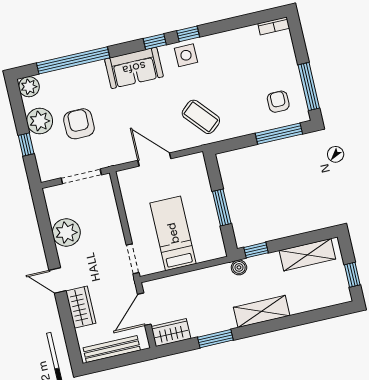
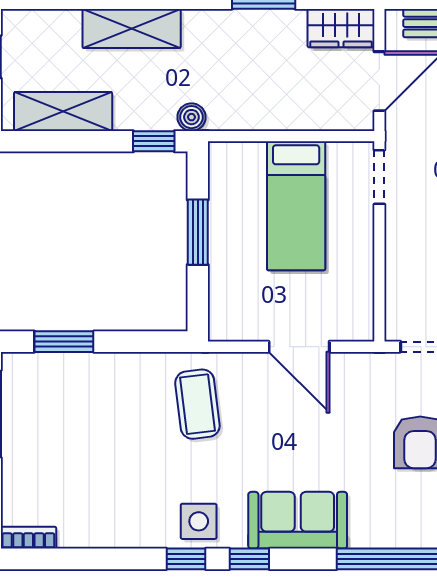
armchair: (278, 102) -> (52, 399), removed
coffee table: (201, 117) -> (197, 404), turned 34
window: (279, 134) -> (64, 342), width x0.69
shelving: (262, 311) -> (132, 28), moved

